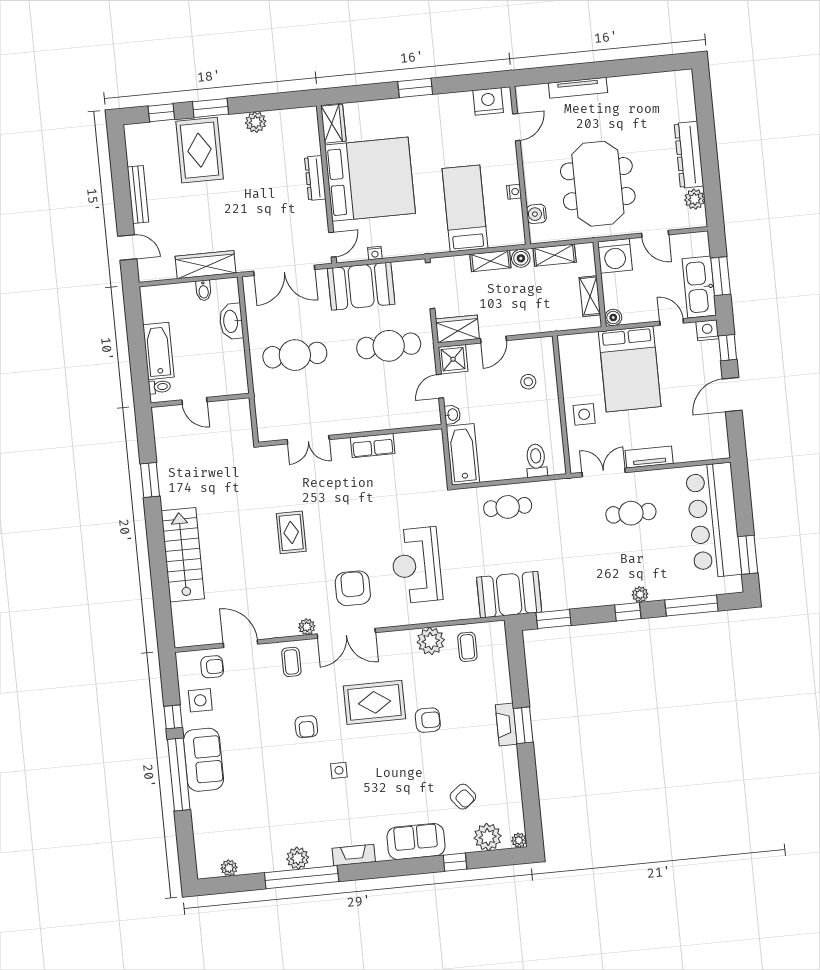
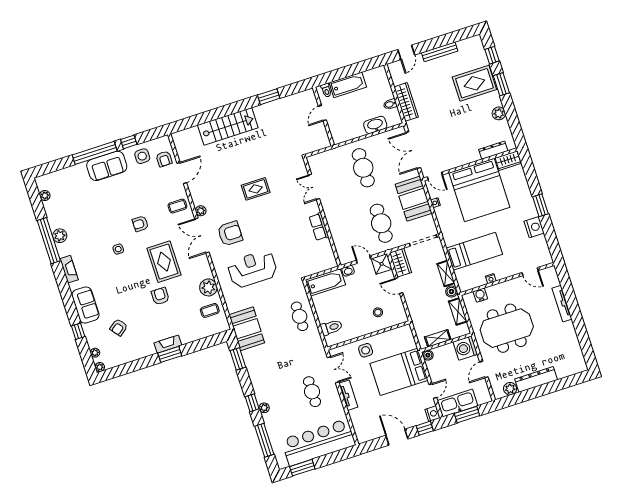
nightstand: (488, 101) -> (534, 227), moved
dresser: (315, 178) -> (493, 150), moved
armchair: (428, 720) -> (160, 296), turned 180
plant: (488, 837) -> (95, 353), width x0.53, depth x0.53

